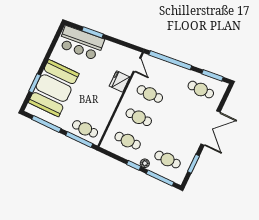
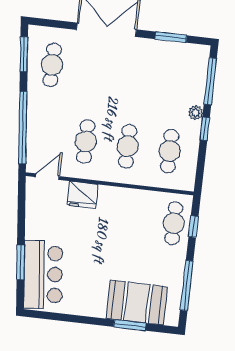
booth: (54, 88) -> (137, 303), width x0.73, depth x0.70
window: (79, 140) -> (193, 227), width x0.46
cafe table: (168, 160) -> (178, 79), removed

